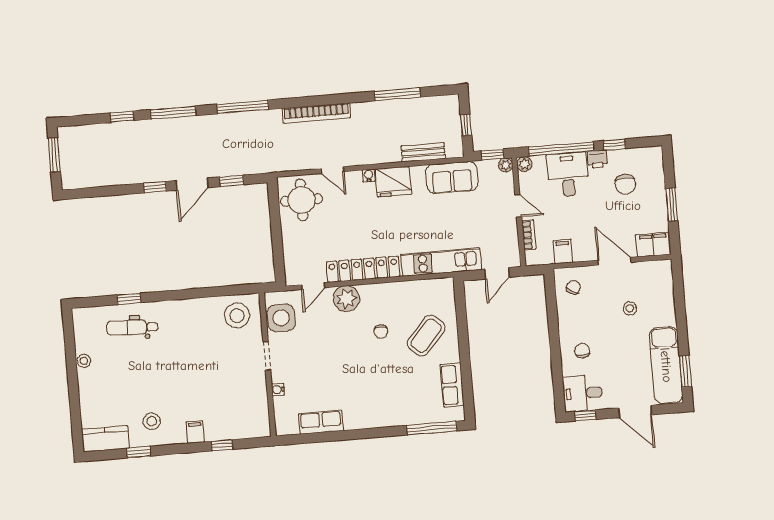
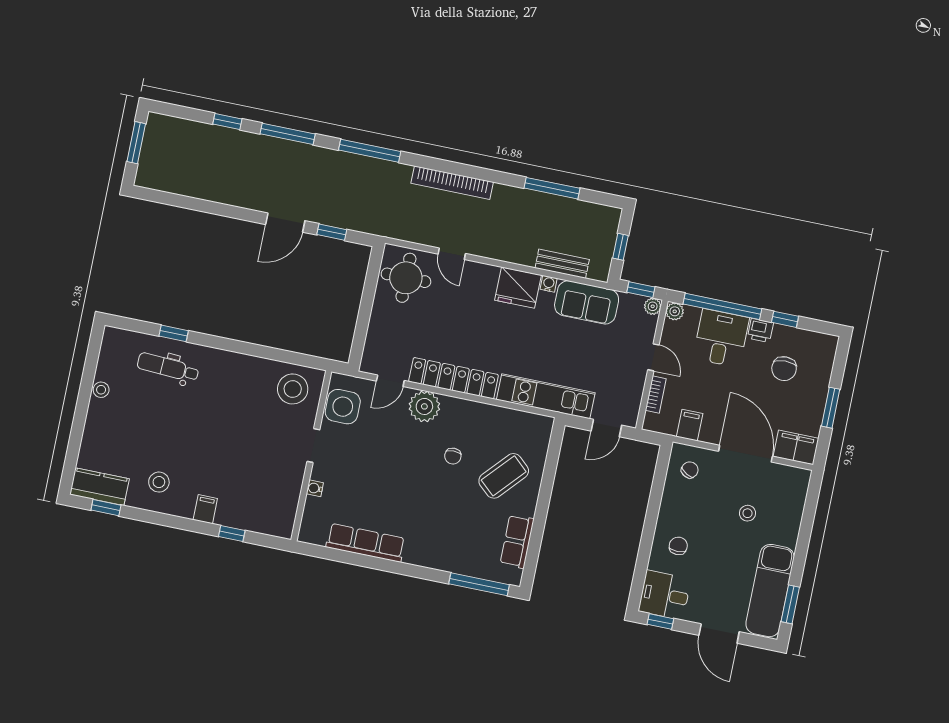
water cooler: (369, 175) -> (549, 284), moved
window: (155, 187) -> (241, 214), removed
door: (614, 261) -> (745, 454), width x1.36
row of seats: (321, 422) -> (366, 543), width x1.48
window: (139, 452) -> (106, 508), moved

